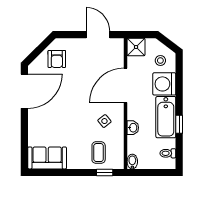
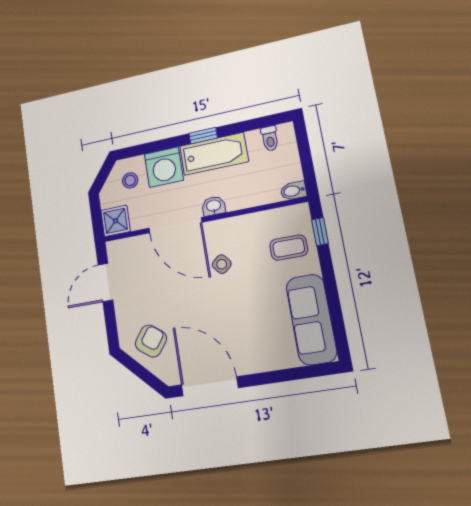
armchair: (57, 59) -> (151, 341), turned -53
side table: (104, 121) -> (222, 264), moved
window: (179, 124) -> (203, 136), moved
washbasin: (133, 128) -> (214, 206), moved
sofa: (47, 158) -> (311, 319), width x1.36

